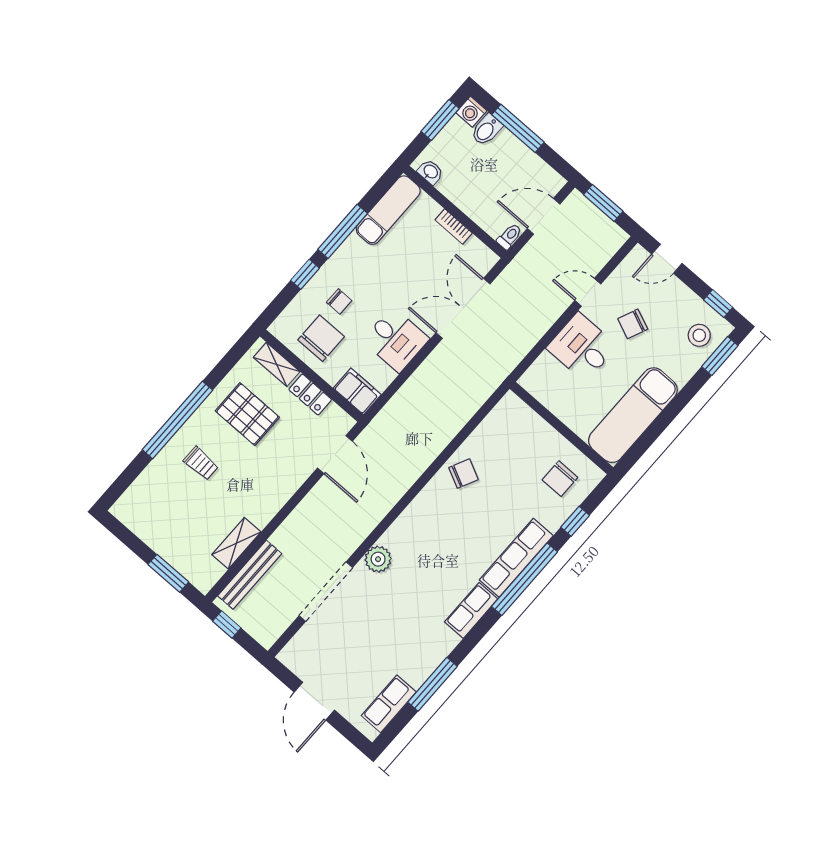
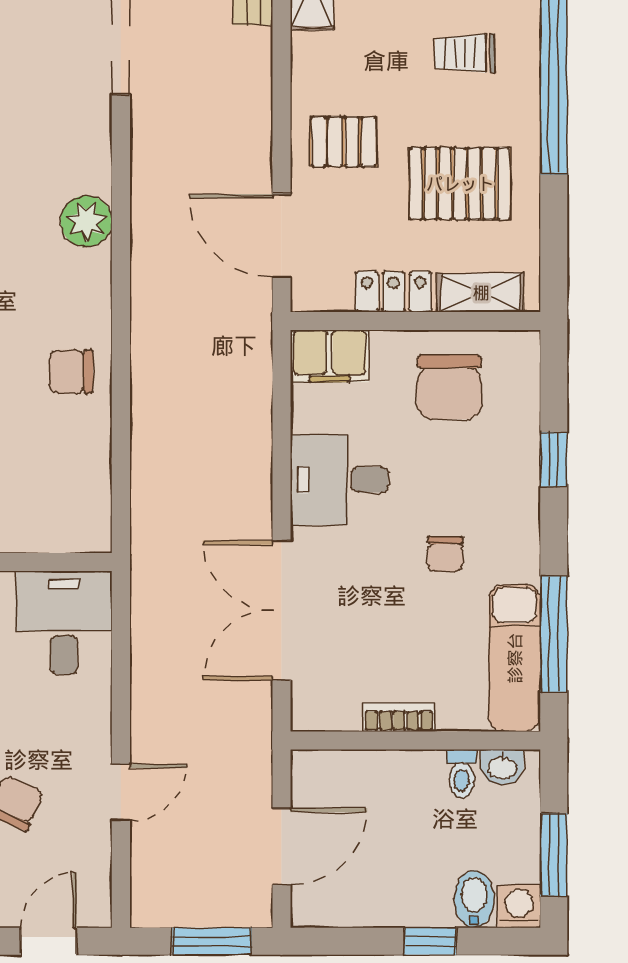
window: (518, 128) -> (430, 941), width x0.46
window: (343, 231) -> (554, 634), moved
toilet: (509, 236) -> (462, 774), moved
chair: (339, 301) -> (445, 554), moved, turned -90
double door: (463, 308) -> (282, 610), swing flipped
desk: (582, 347) -> (64, 623), moved, turned -90
pallet: (278, 470) -> (344, 142), added
chair: (463, 474) -> (71, 372), turned 64
plant: (378, 559) -> (86, 221), moved

